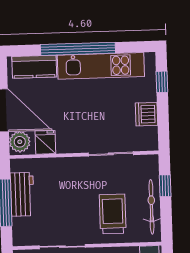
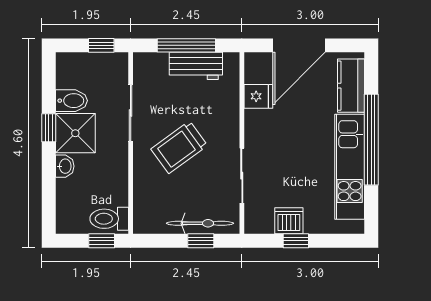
window: (162, 82) -> (296, 241), moved
plant: (20, 142) -> (260, 65), removed
bicycle: (151, 207) -> (200, 223), moved
trolley: (113, 214) -> (179, 147), moved, turned 144

